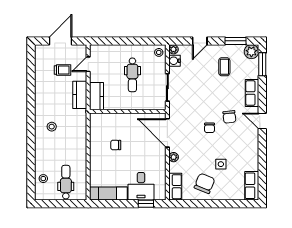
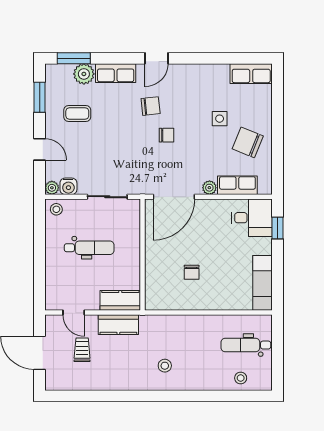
plant: (251, 52) -> (84, 74), moved
desk: (141, 186) -> (252, 218), moved
row of seats: (175, 187) -> (237, 185), moved

